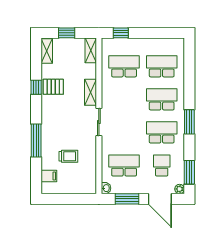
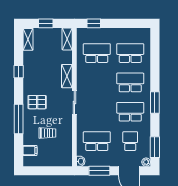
pallet: (53, 87) -> (37, 102), moved

